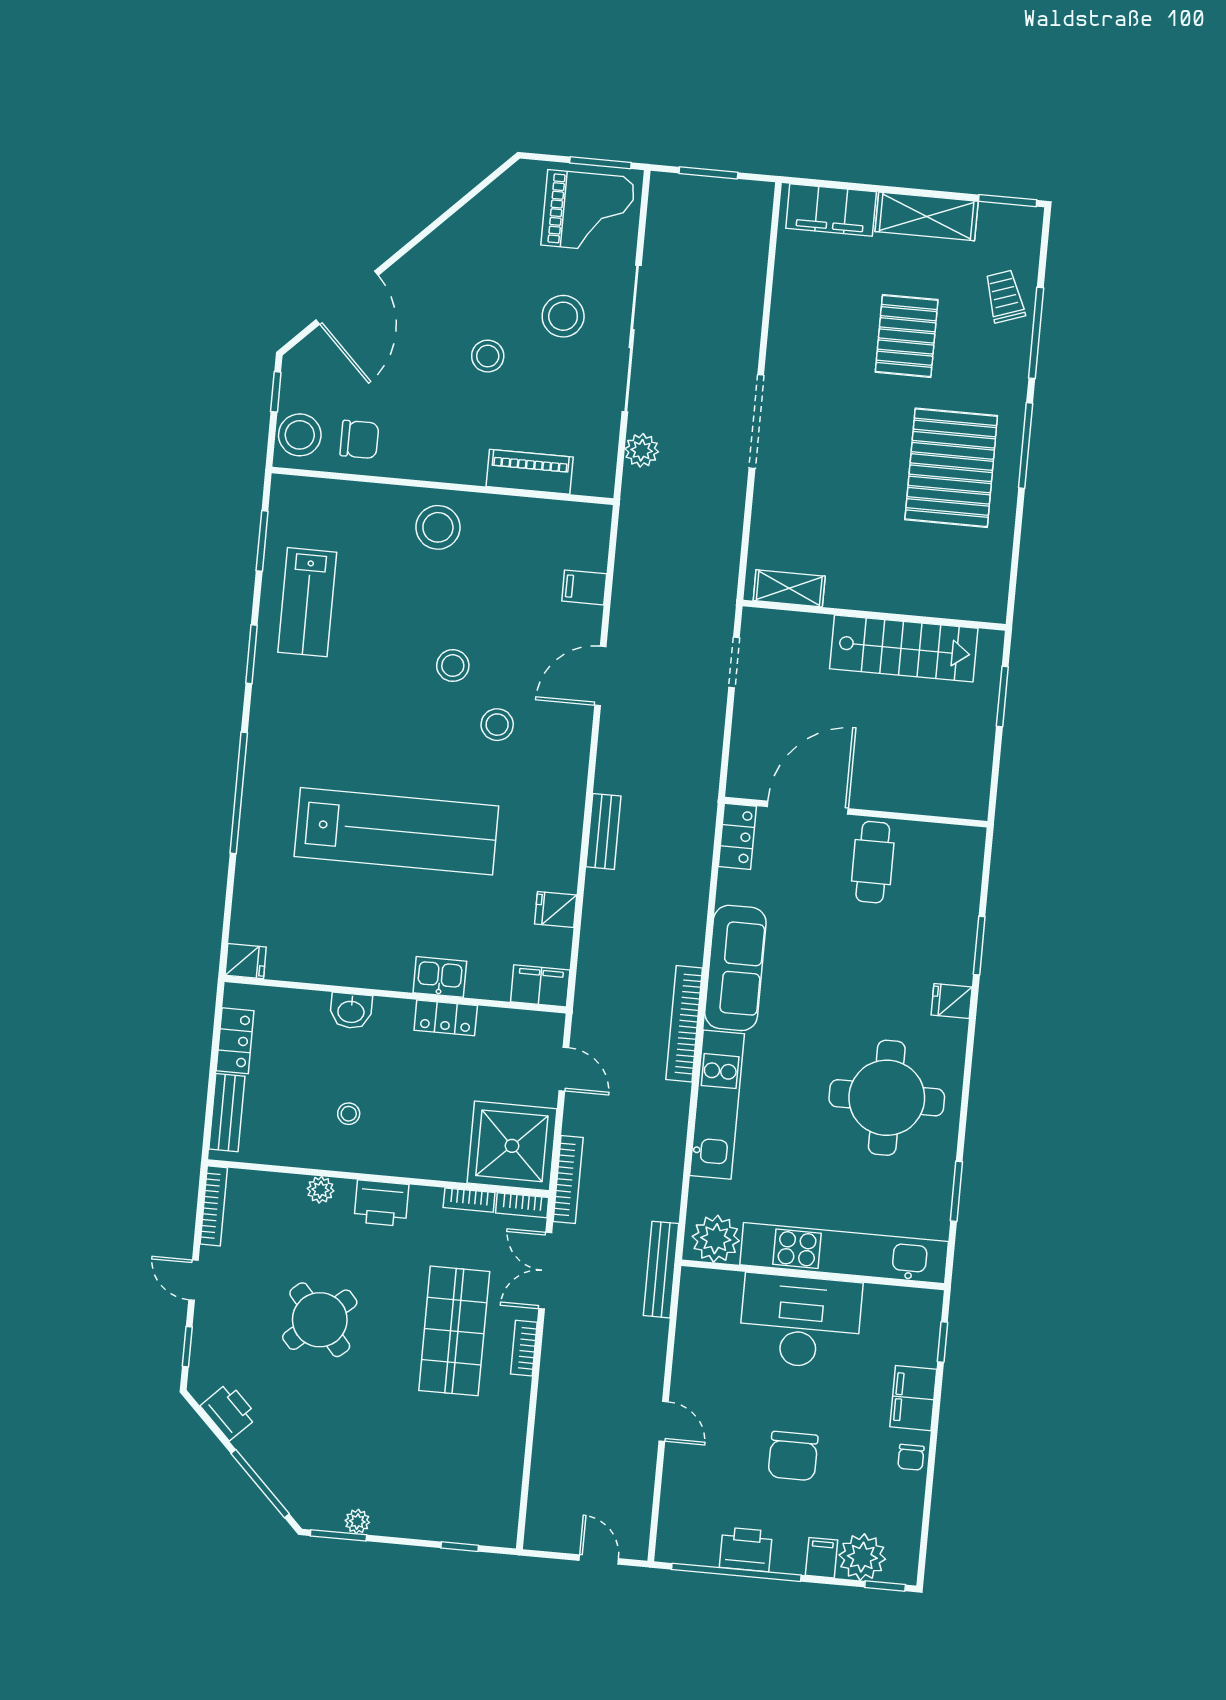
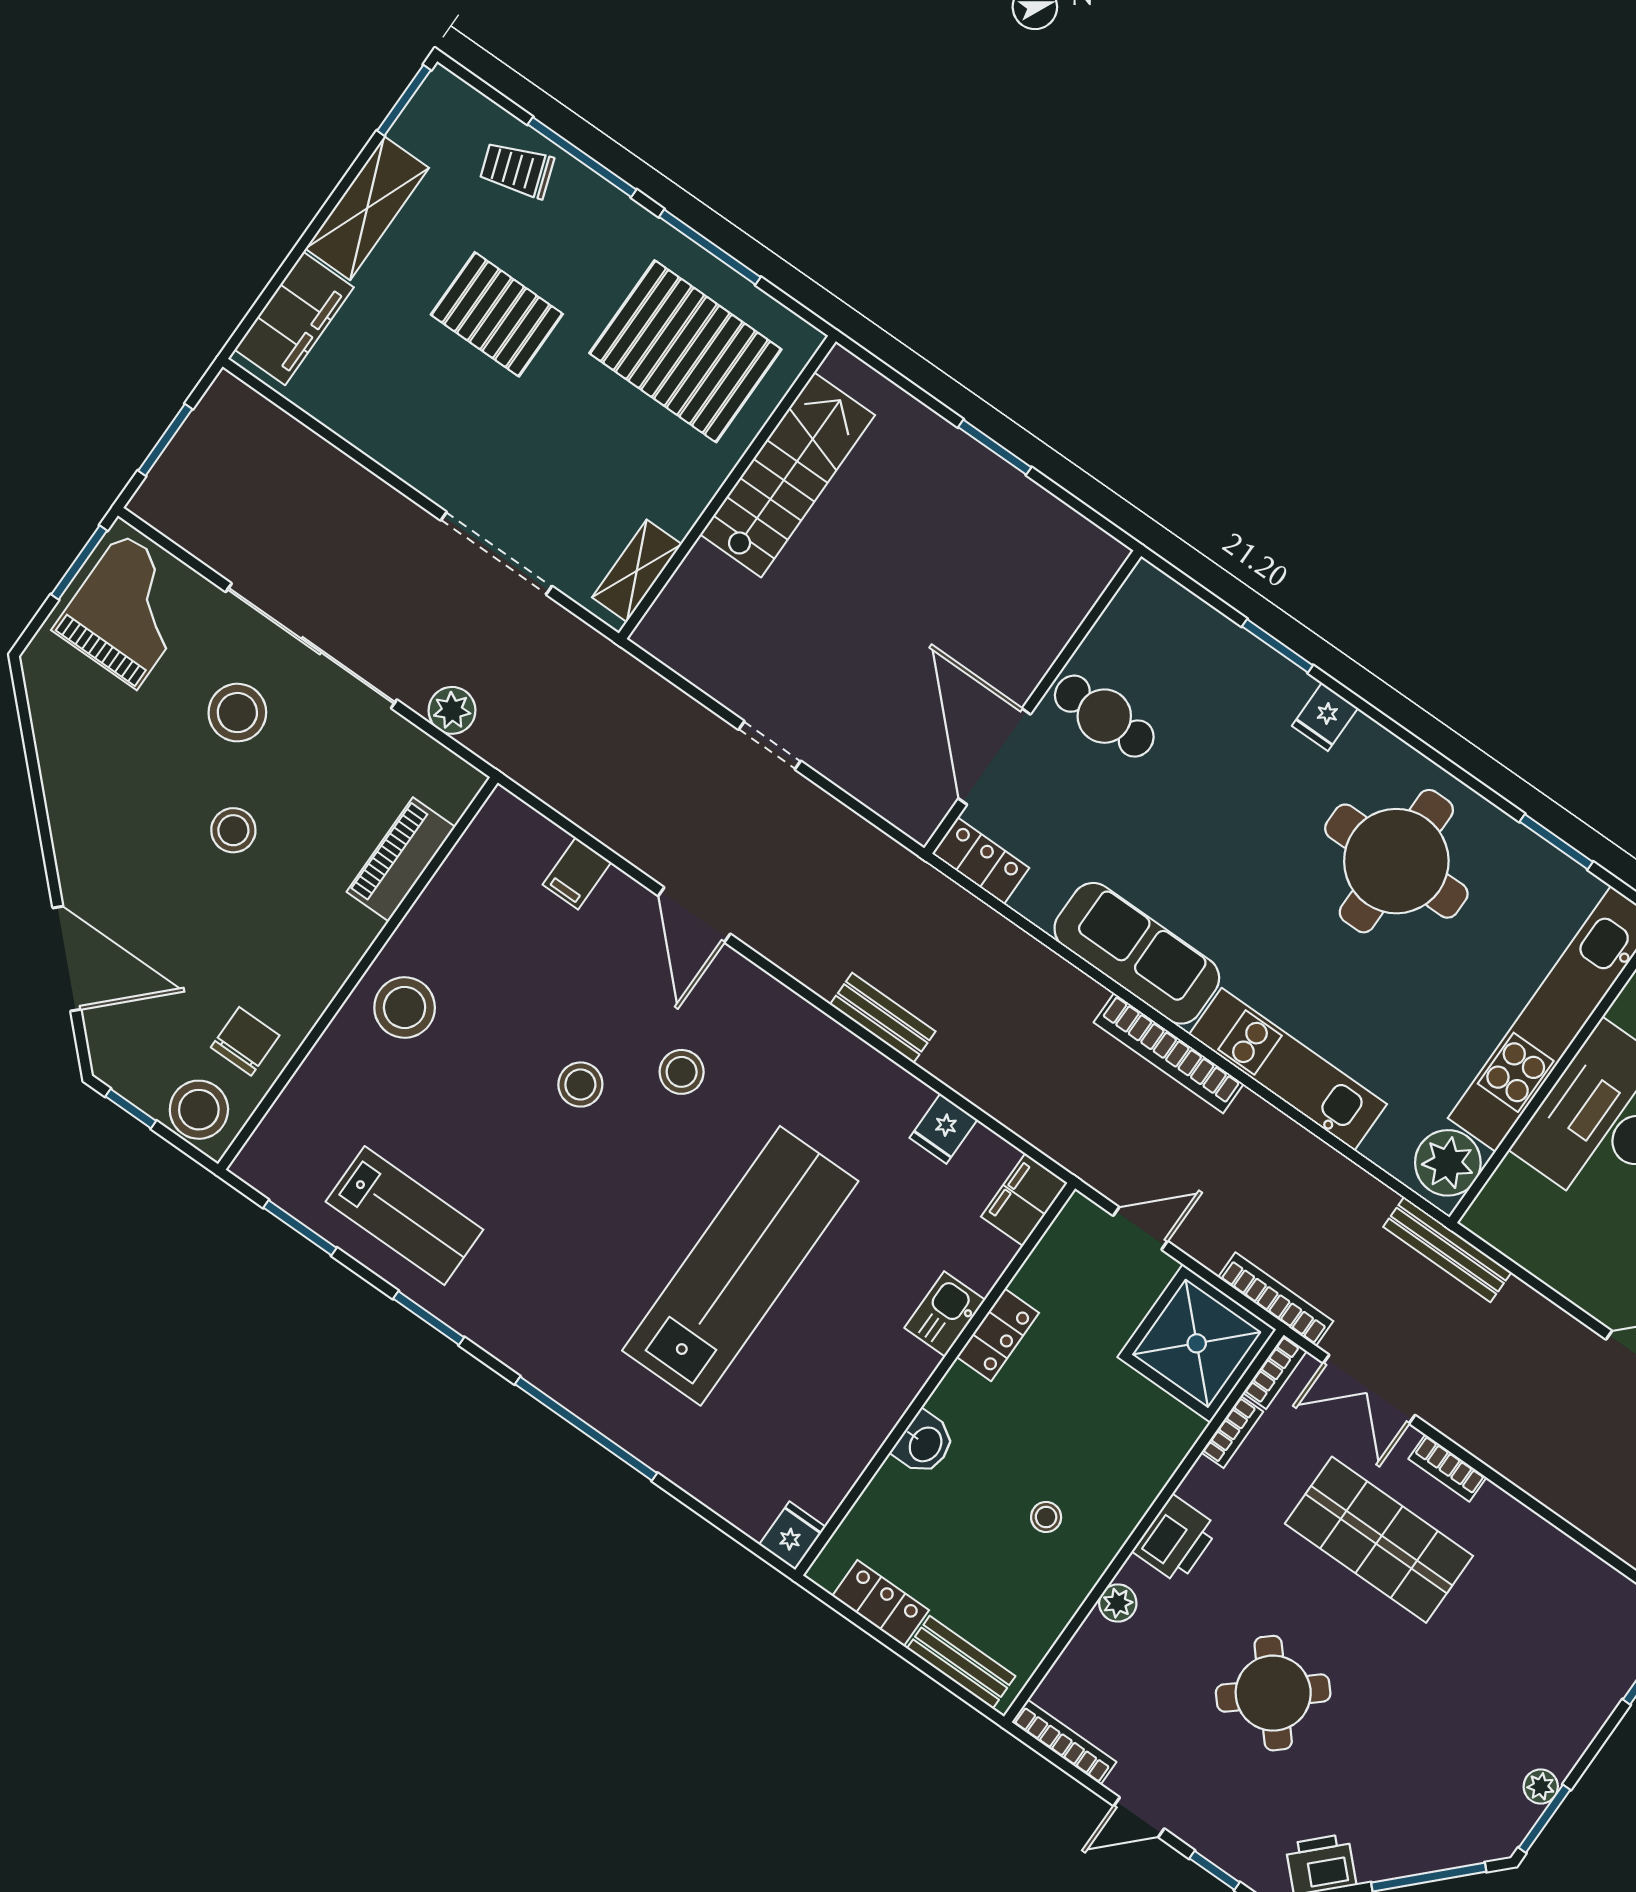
shelving: (789, 588) -> (637, 571), moved
wall: (874, 615) -> (727, 487), moved
stairs: (904, 648) -> (788, 475), moved

